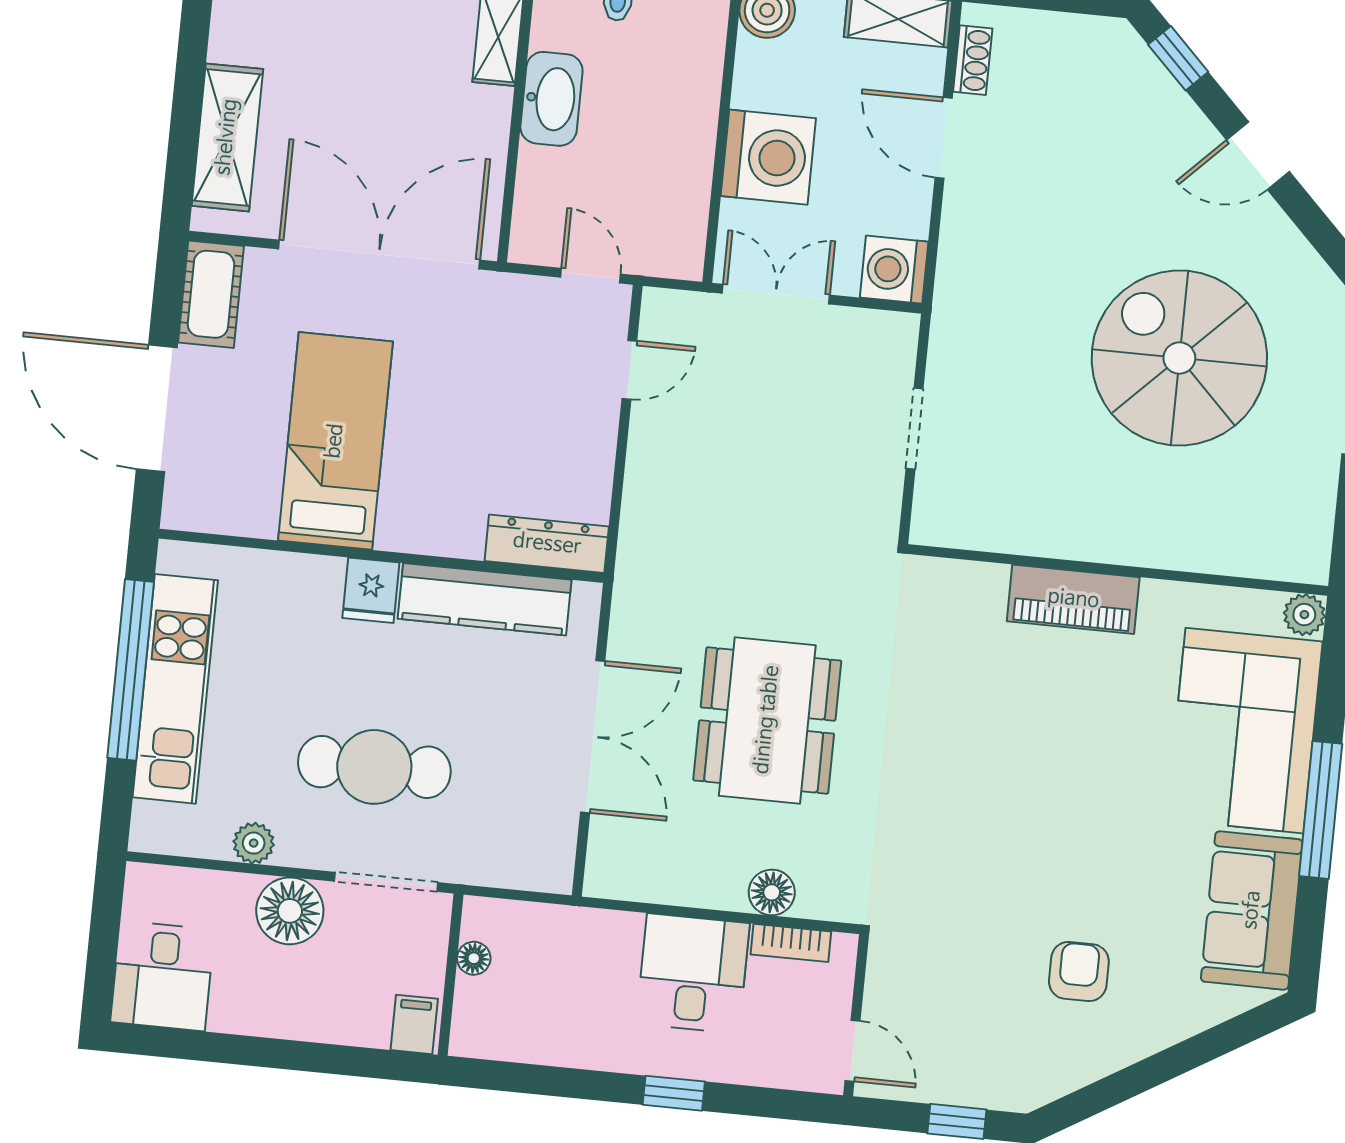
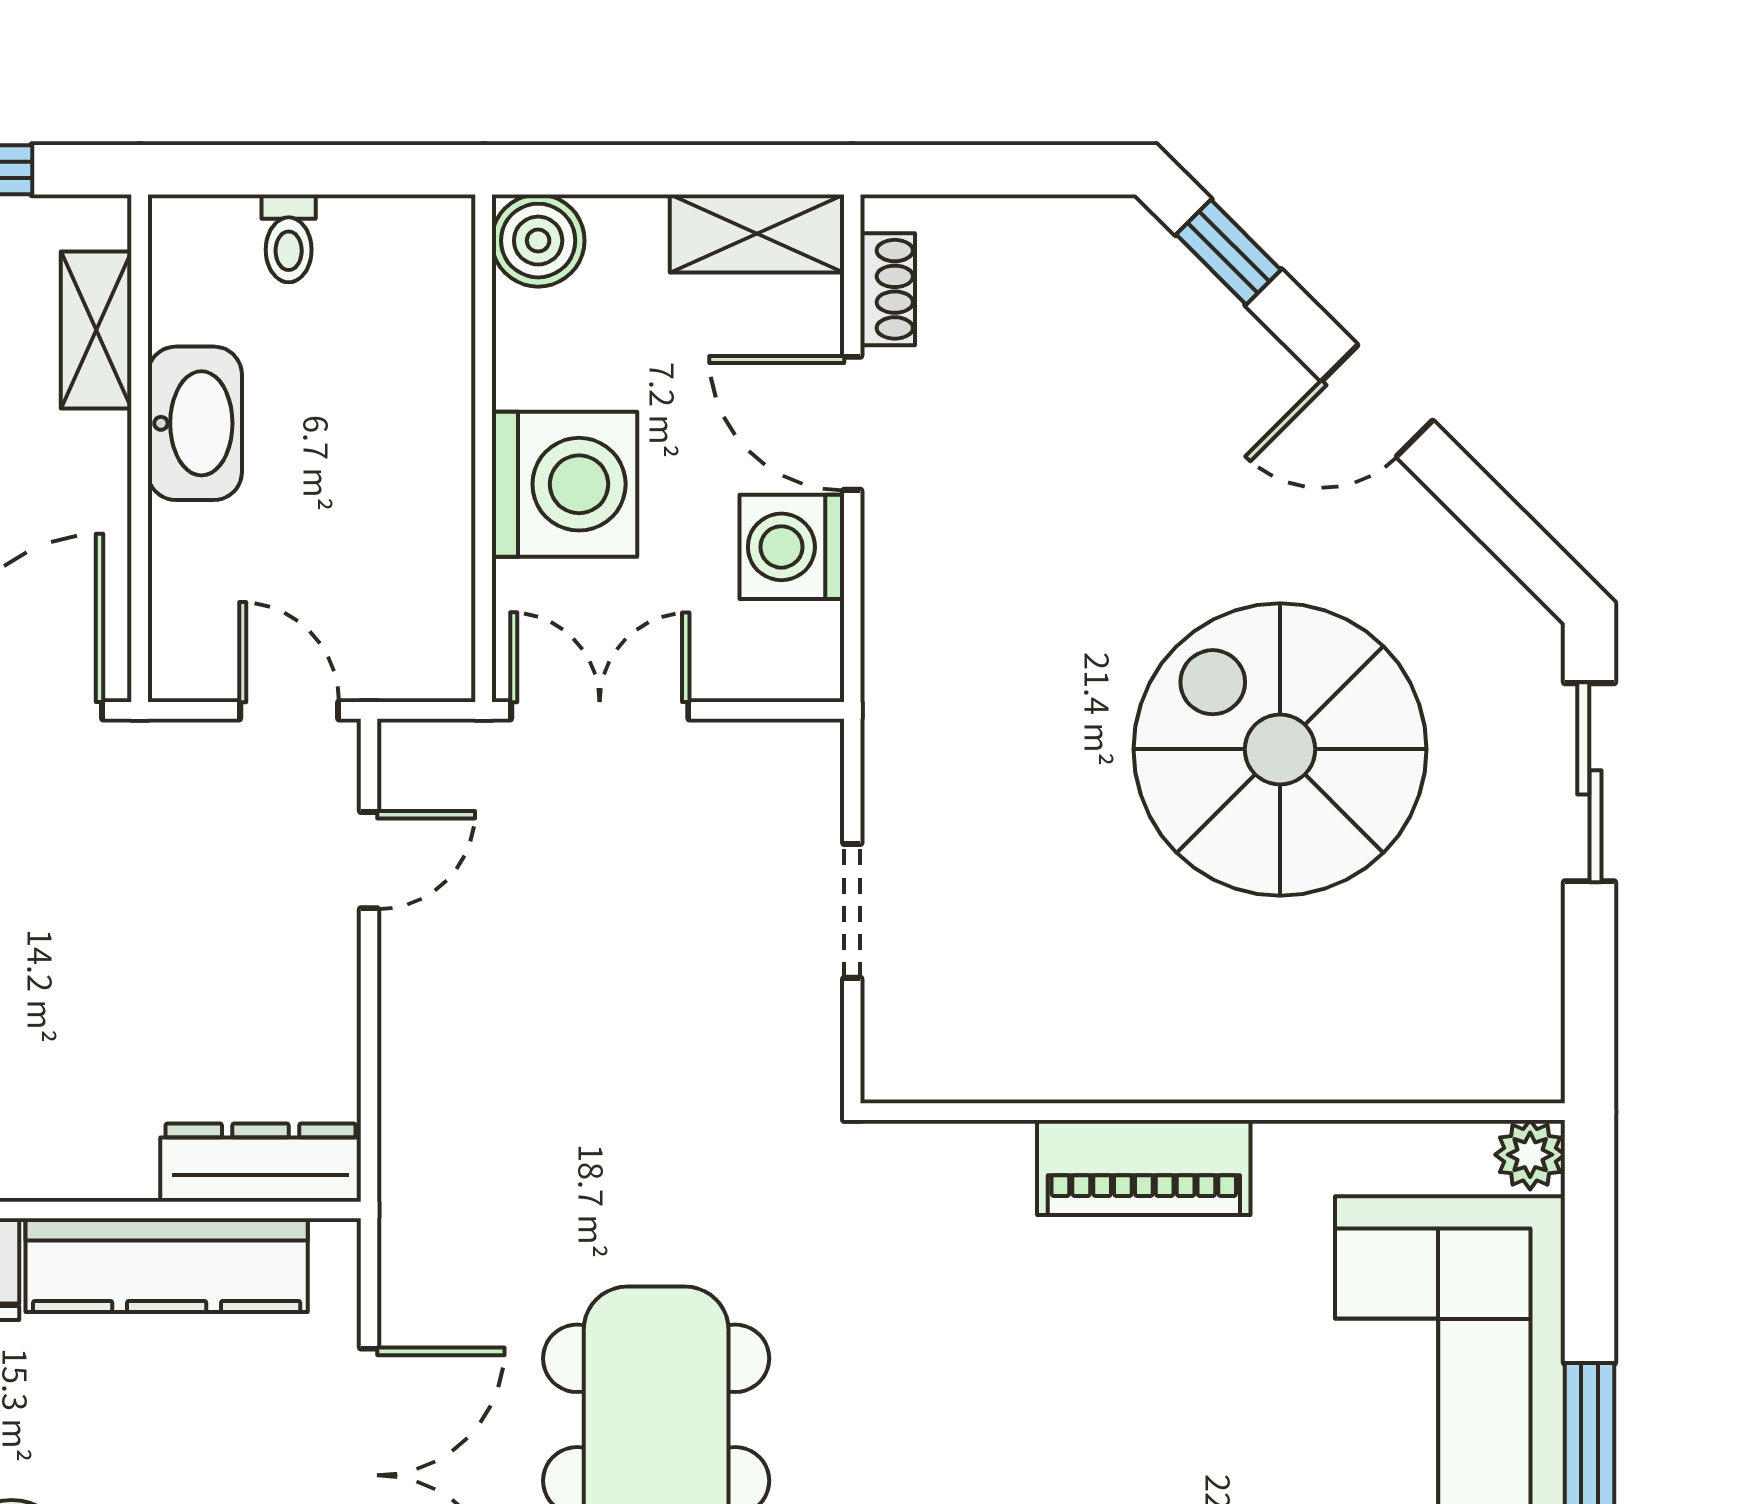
washing machine: (894, 270) -> (792, 547), moved

